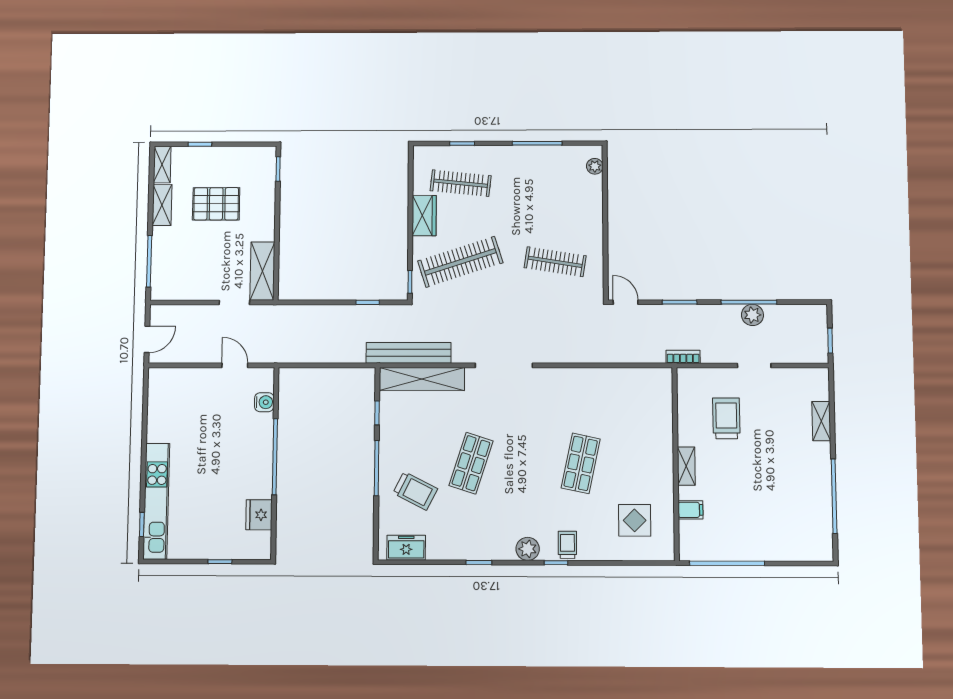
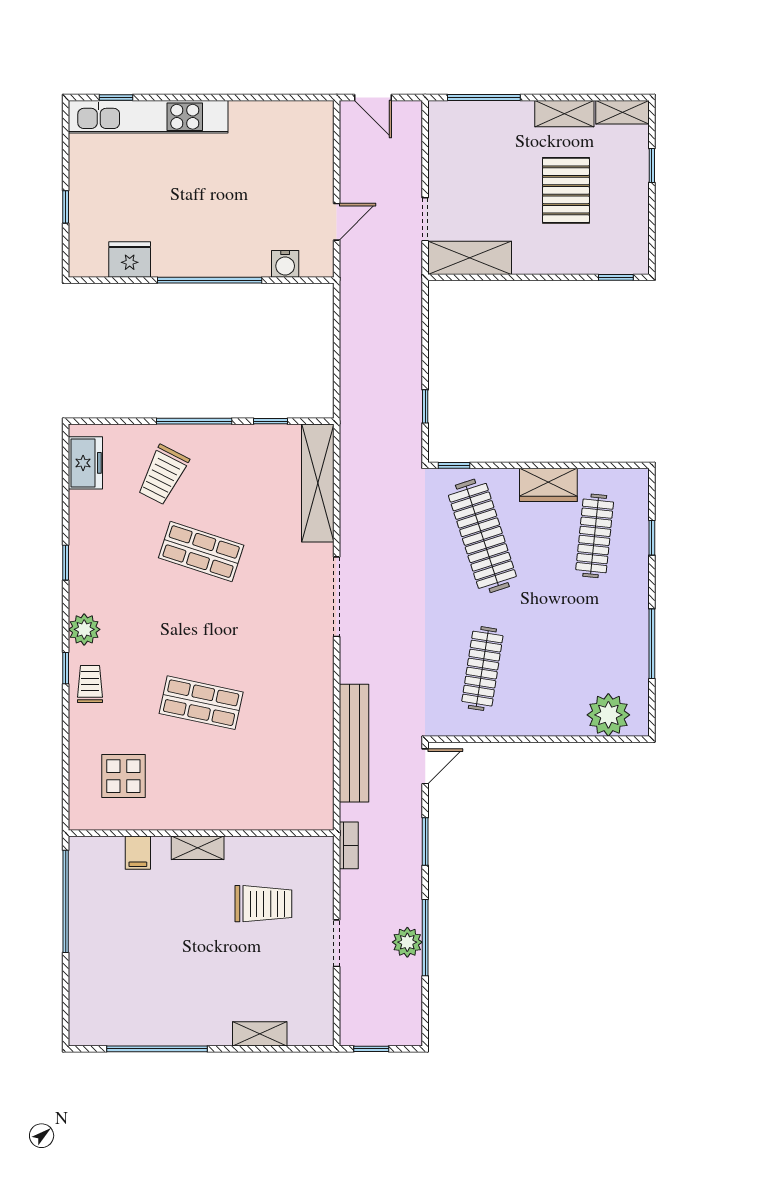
plant: (595, 166) -> (608, 715), width x1.88, depth x1.88
bench: (409, 353) -> (354, 743), moved
trolley: (567, 545) -> (90, 684), turned -90

